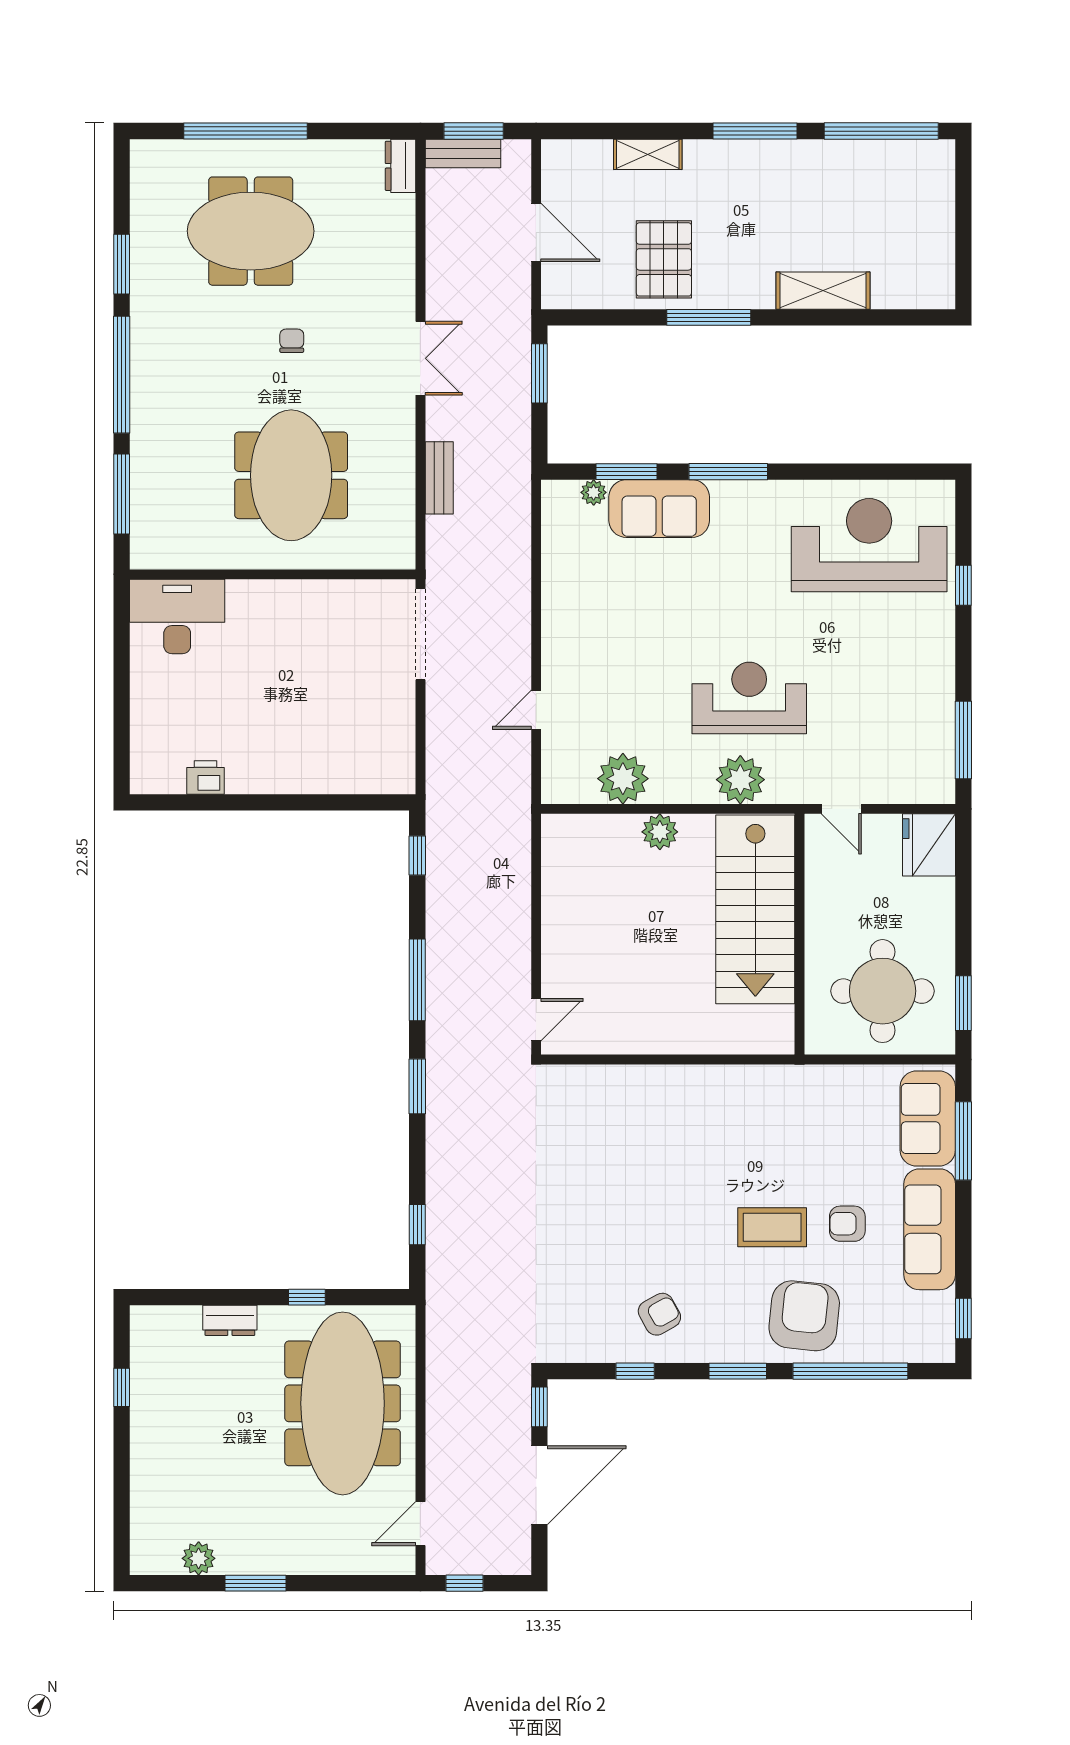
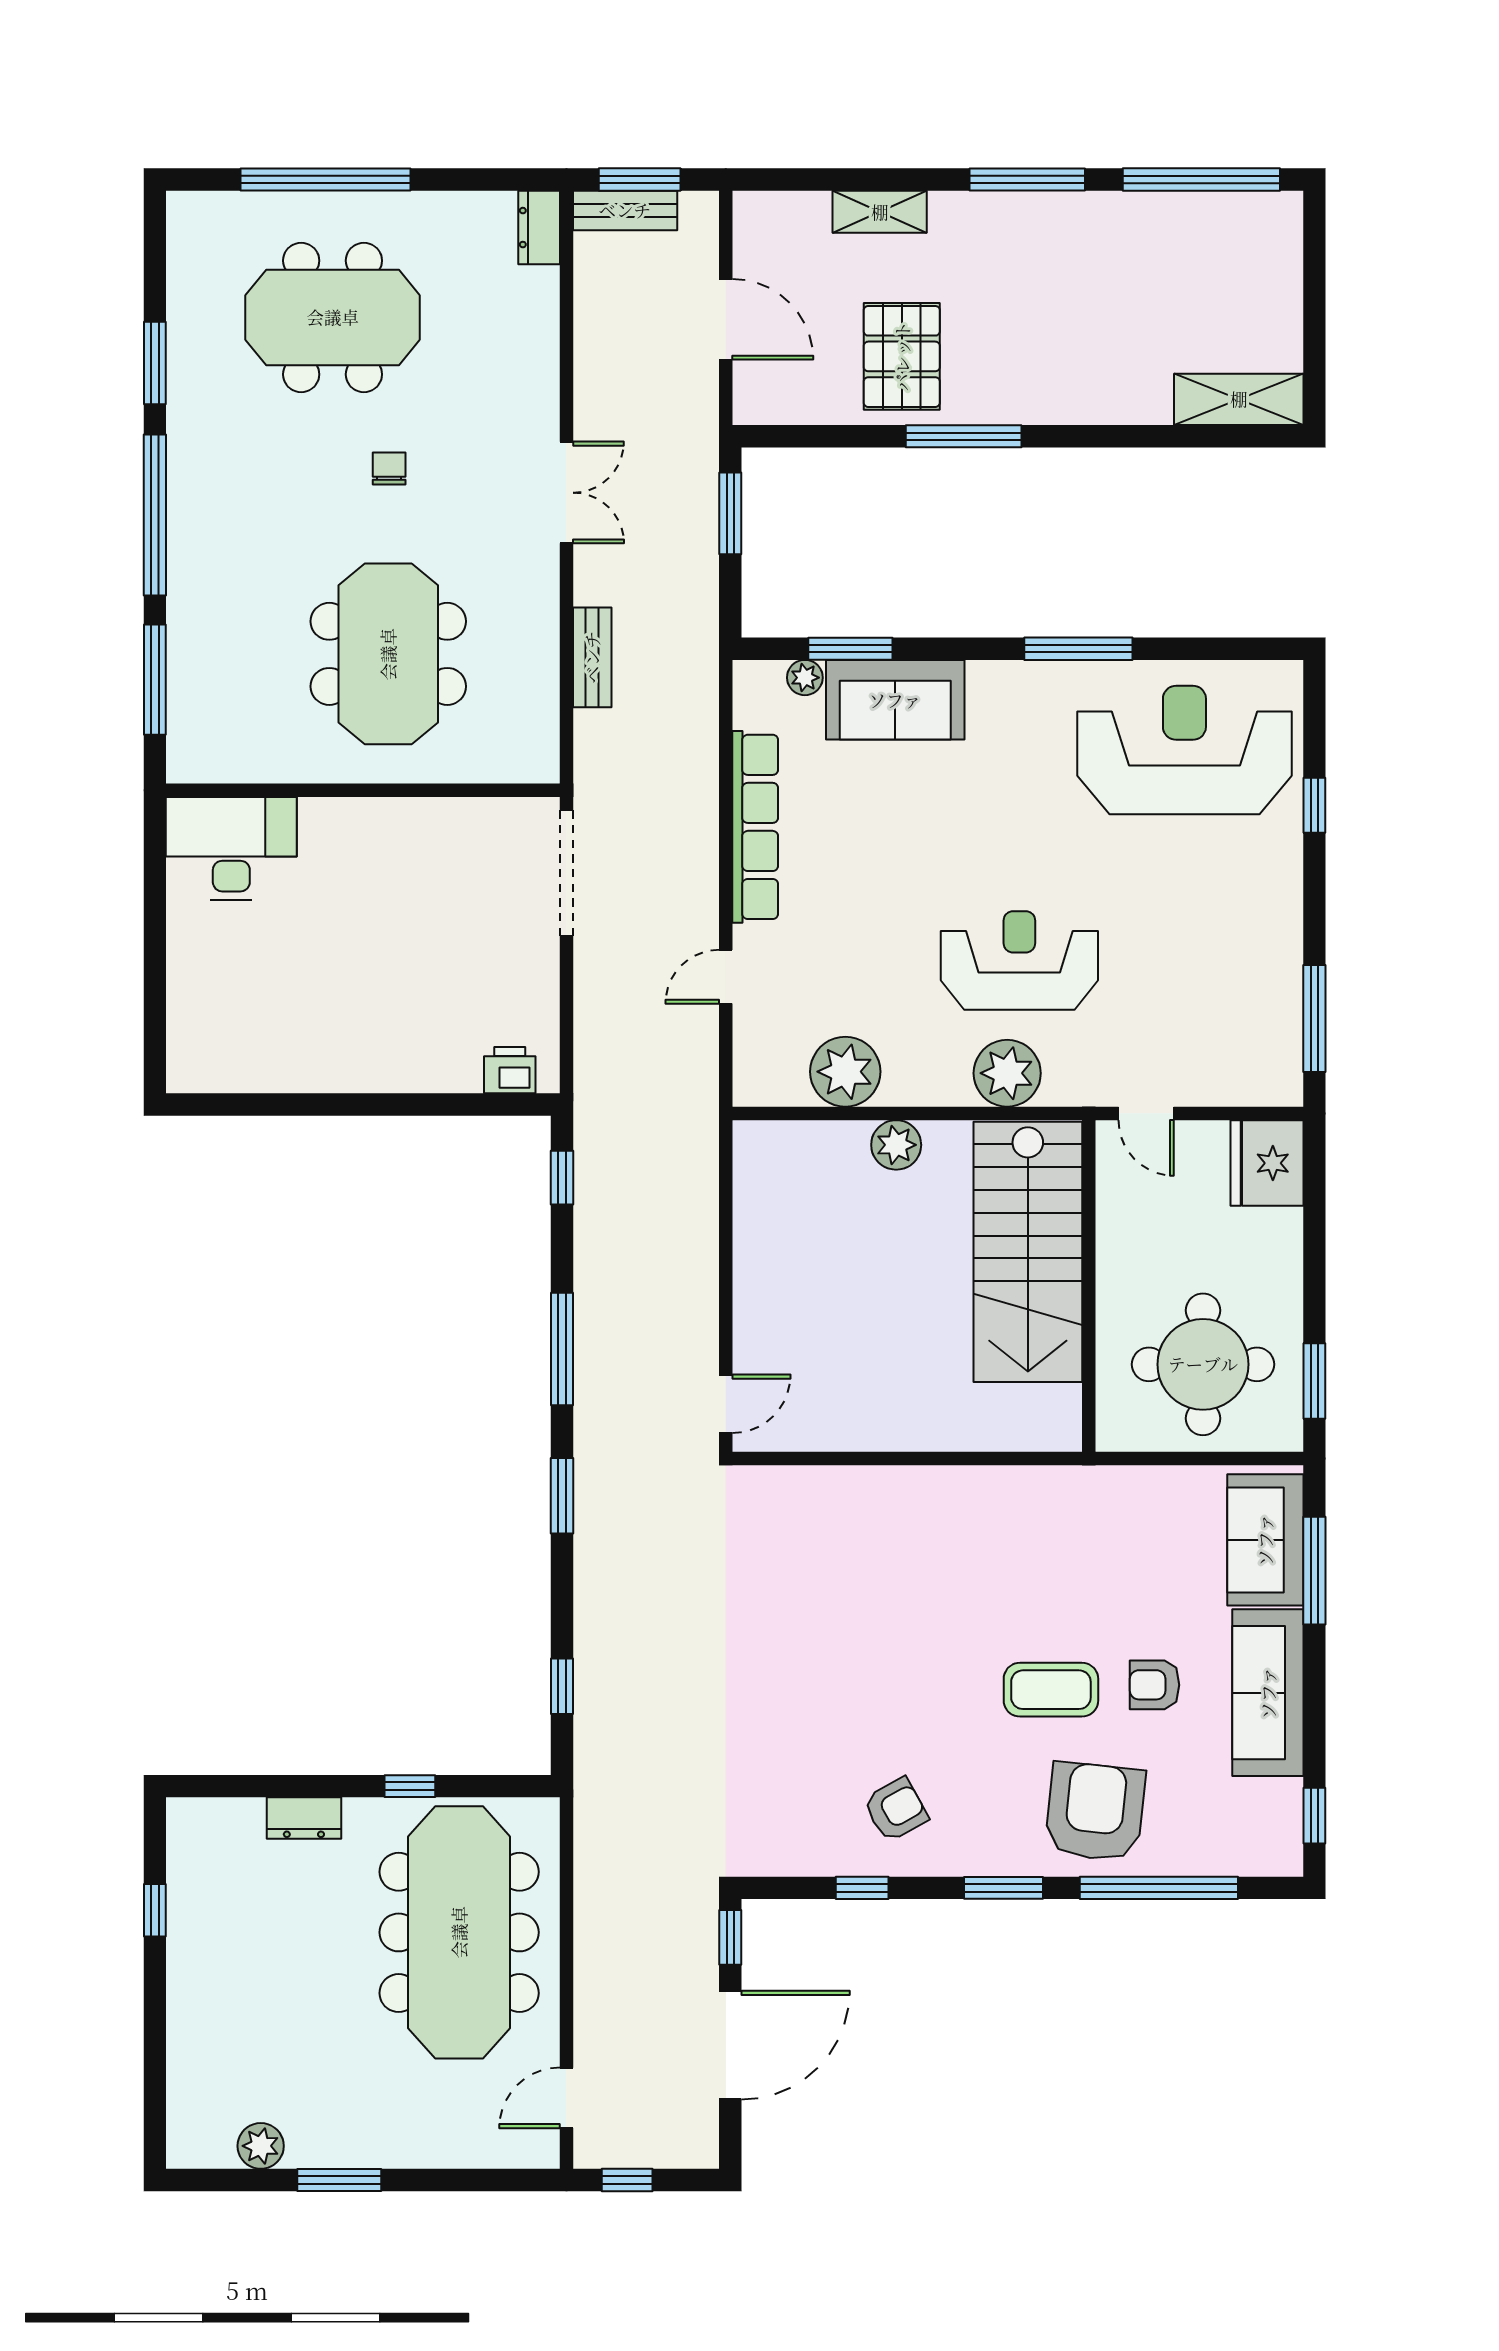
shelving: (823, 291) -> (1239, 399), moved
window: (728, 472) -> (1078, 649), moved
row of seats: (557, 601) -> (755, 827), added
printer: (206, 778) -> (510, 1070), moved

